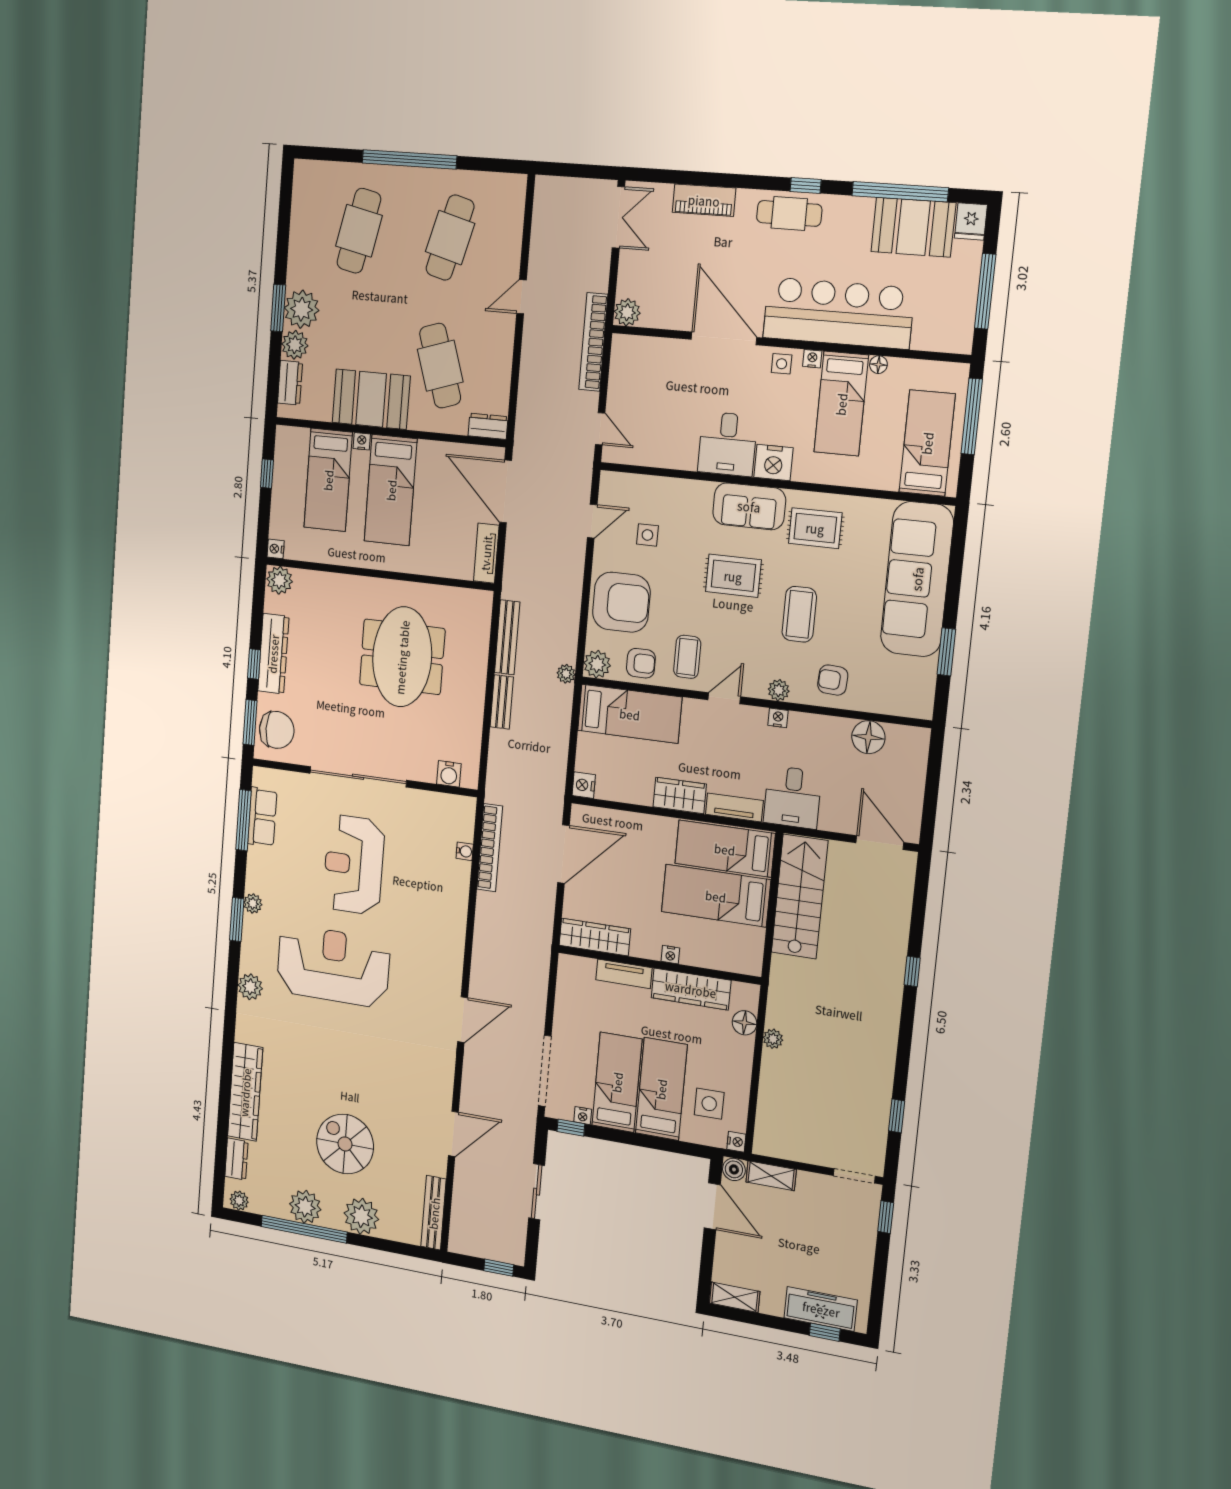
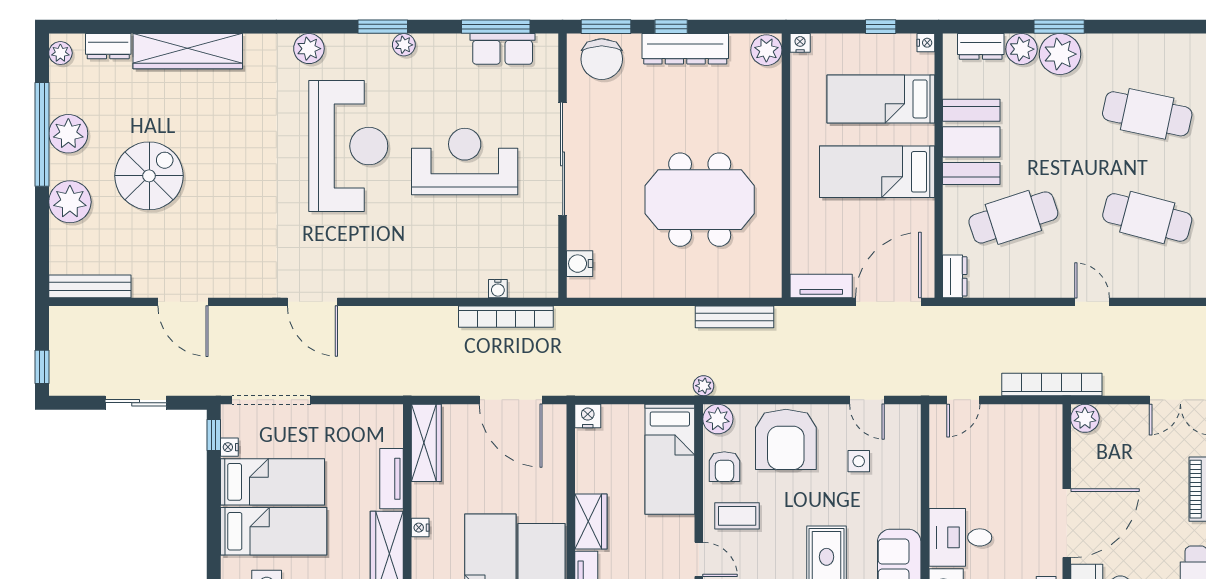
nightstand: (362, 441) -> (926, 43), moved
bench: (502, 702) -> (665, 317), removed

